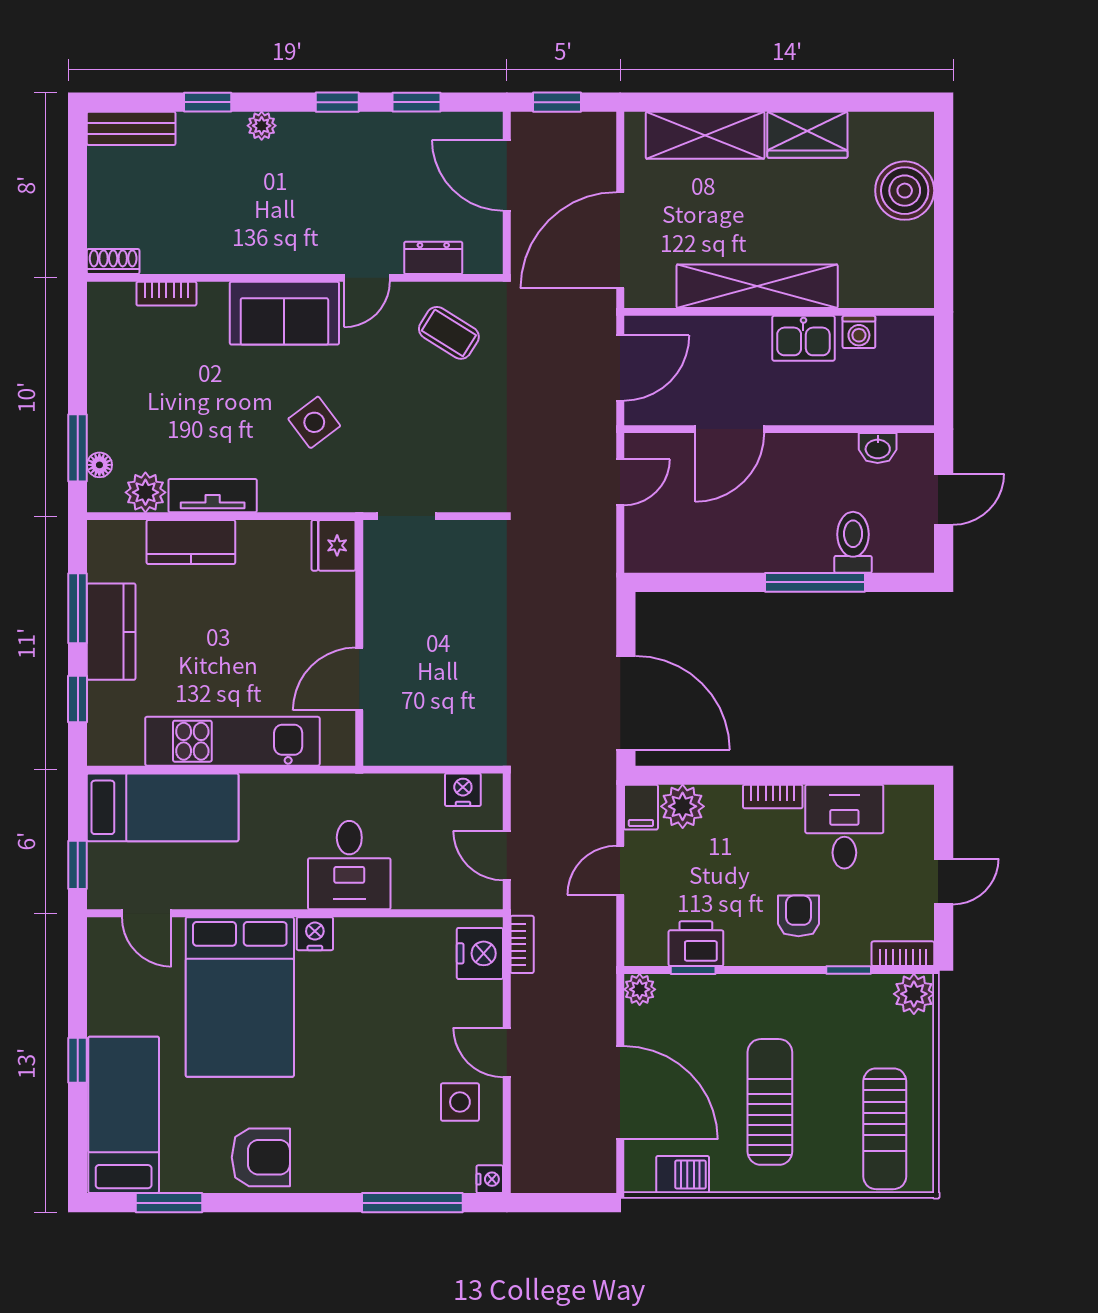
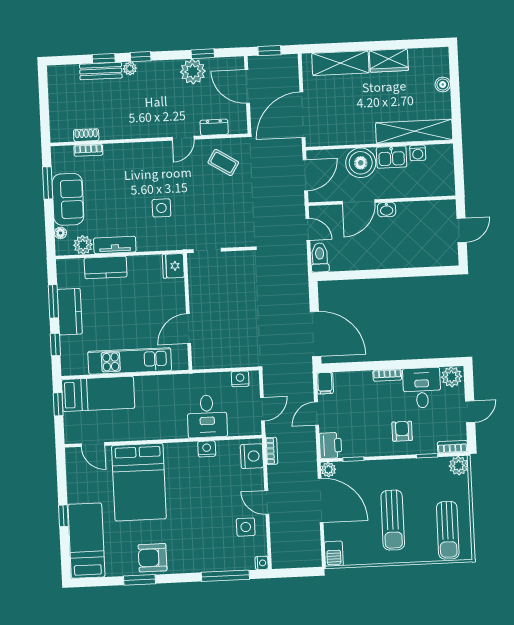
window: (337, 102) -> (141, 57), moved
bench: (131, 128) -> (101, 71), moved
plant: (394, 138) -> (193, 71), added
boiler: (905, 191) -> (443, 85), width x0.54, depth x0.54
shoe rack: (113, 261) -> (86, 135), moved
shelving: (757, 286) -> (414, 131), moved
sofa: (284, 313) -> (68, 199), moved, turned -90
boiler: (738, 347) -> (361, 163), added
side table: (314, 422) -> (161, 208), turned 37
window: (78, 448) -> (48, 183), moved
washbasin: (878, 448) -> (387, 210), moved
door: (620, 482) -> (308, 229), hinge flipped
toilet: (853, 542) -> (320, 257), moved
window: (815, 582) -> (402, 273), removed
plant: (683, 806) -> (452, 377), moved
door: (507, 856) -> (262, 409), swing flipped
window: (78, 865) -> (58, 404), moved
desk: (349, 865) -> (207, 416), moved
nightstand: (315, 934) -> (207, 449), moved
printer: (696, 944) -> (331, 446), moved, turned 90
door: (620, 1093) -> (321, 500), moved
sun lounger: (770, 1102) -> (393, 520), turned 180
armchair: (261, 1157) -> (153, 558), turned 180
barbecue: (683, 1174) -> (334, 554), moved, turned 90
window: (169, 1203) -> (139, 580), moved

